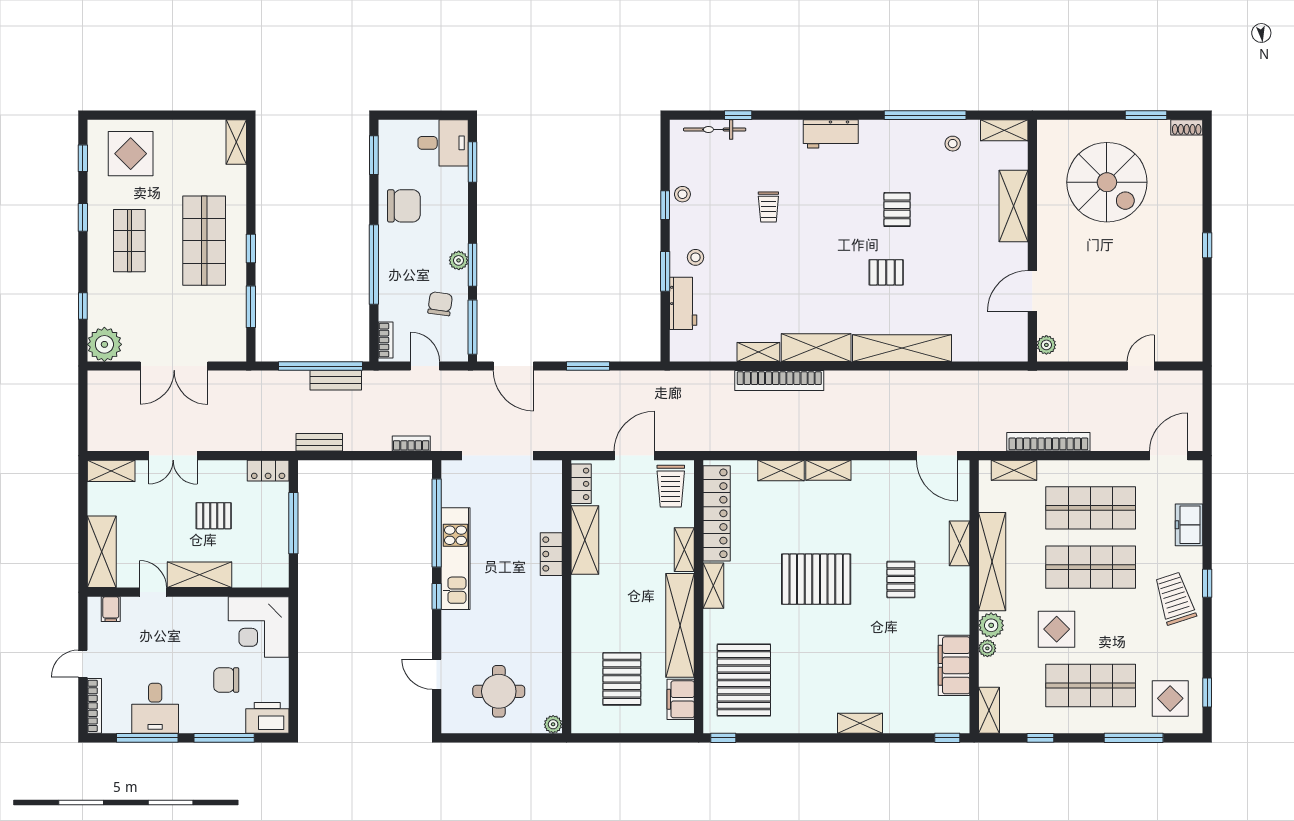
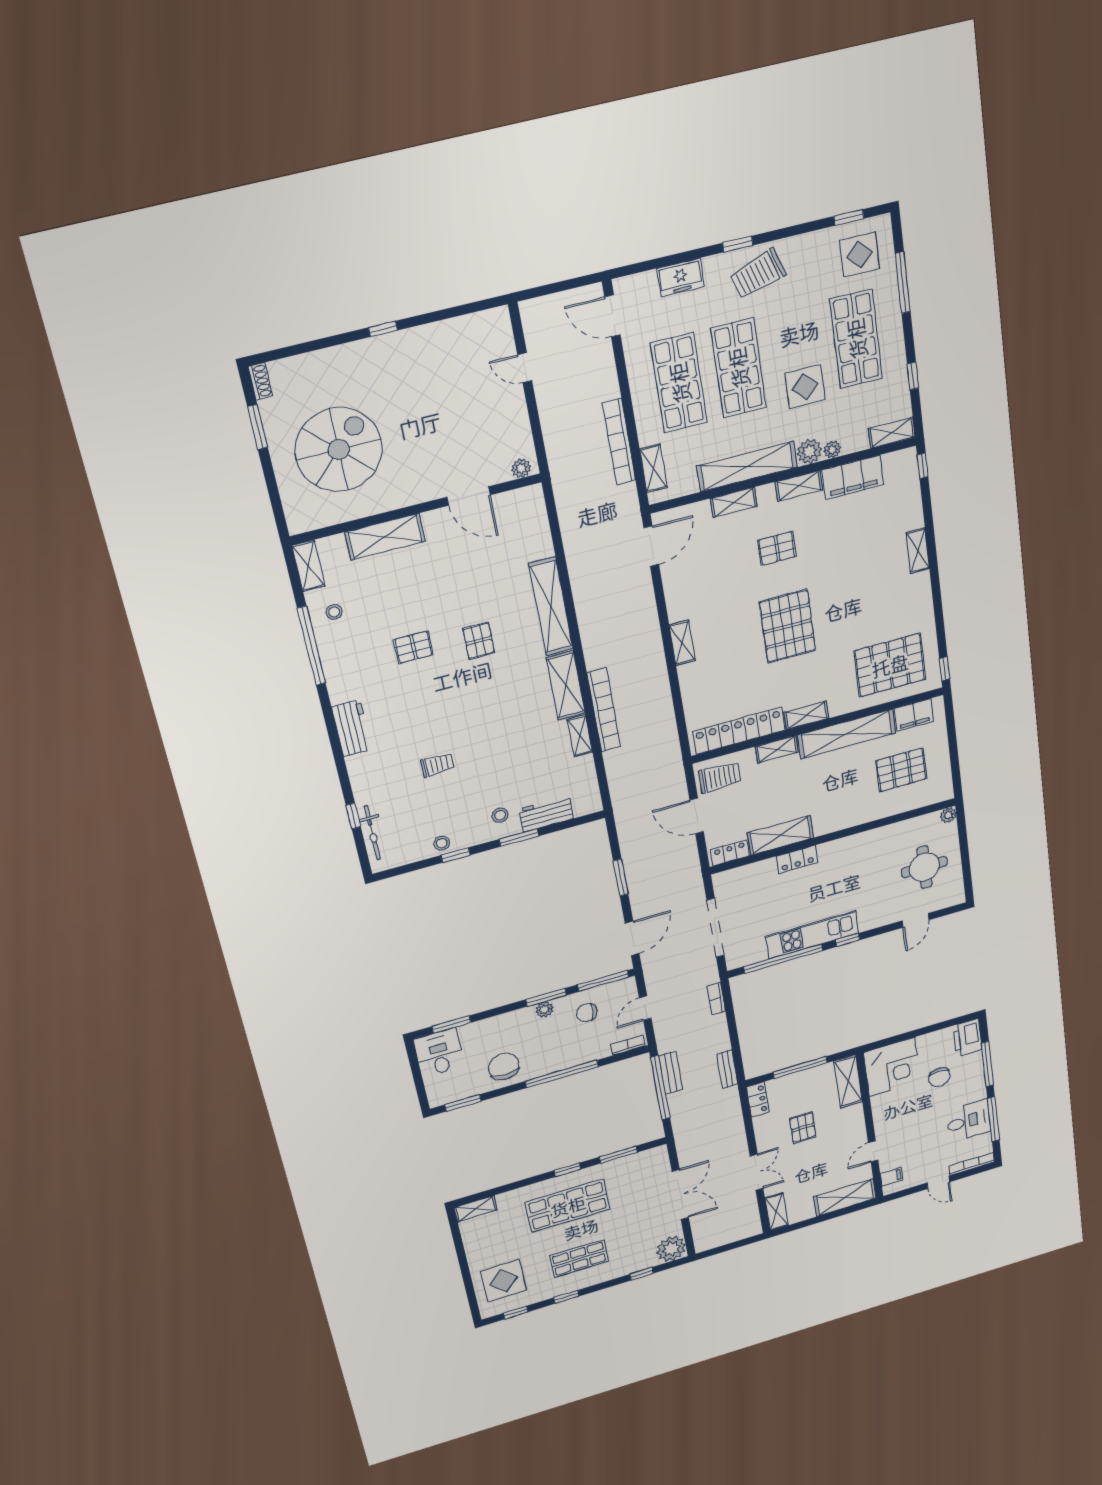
shelving: (781, 470) -> (799, 486), moved, turned 90
shelving: (200, 575) -> (848, 1081), moved

